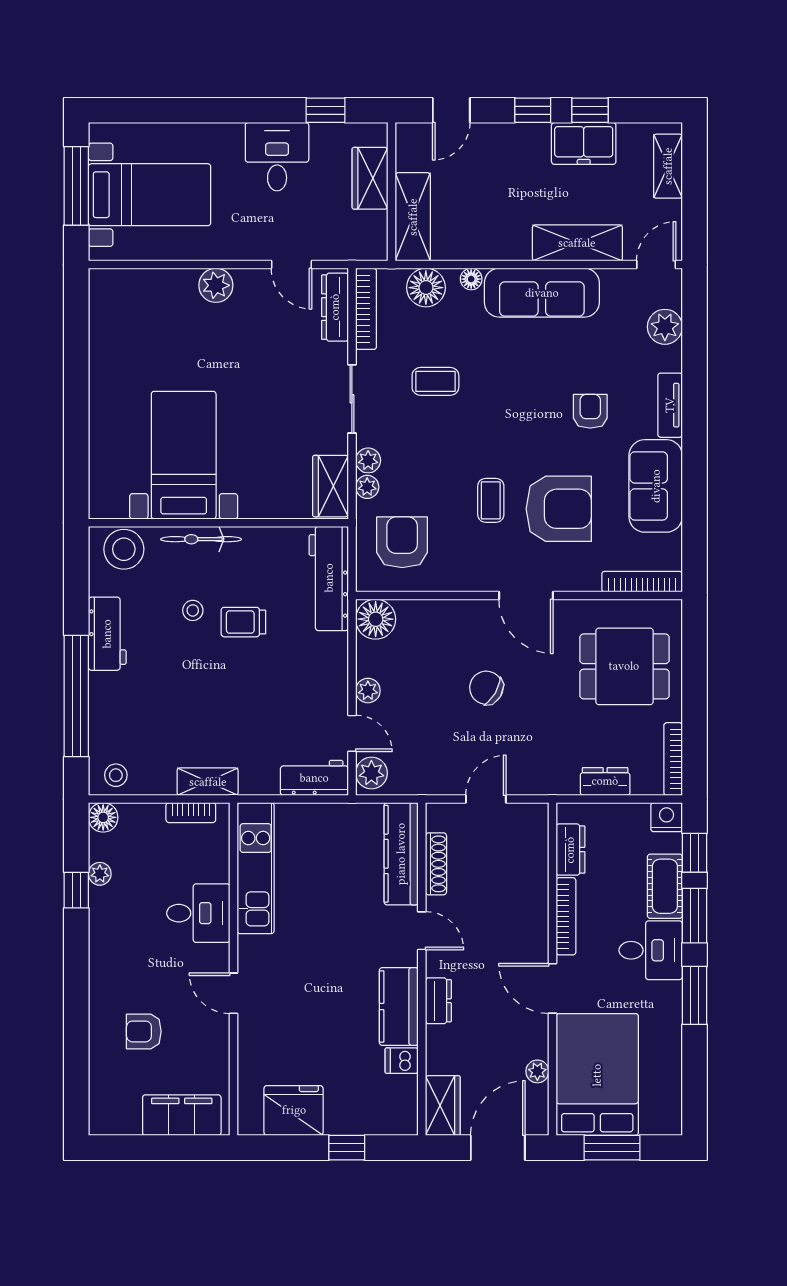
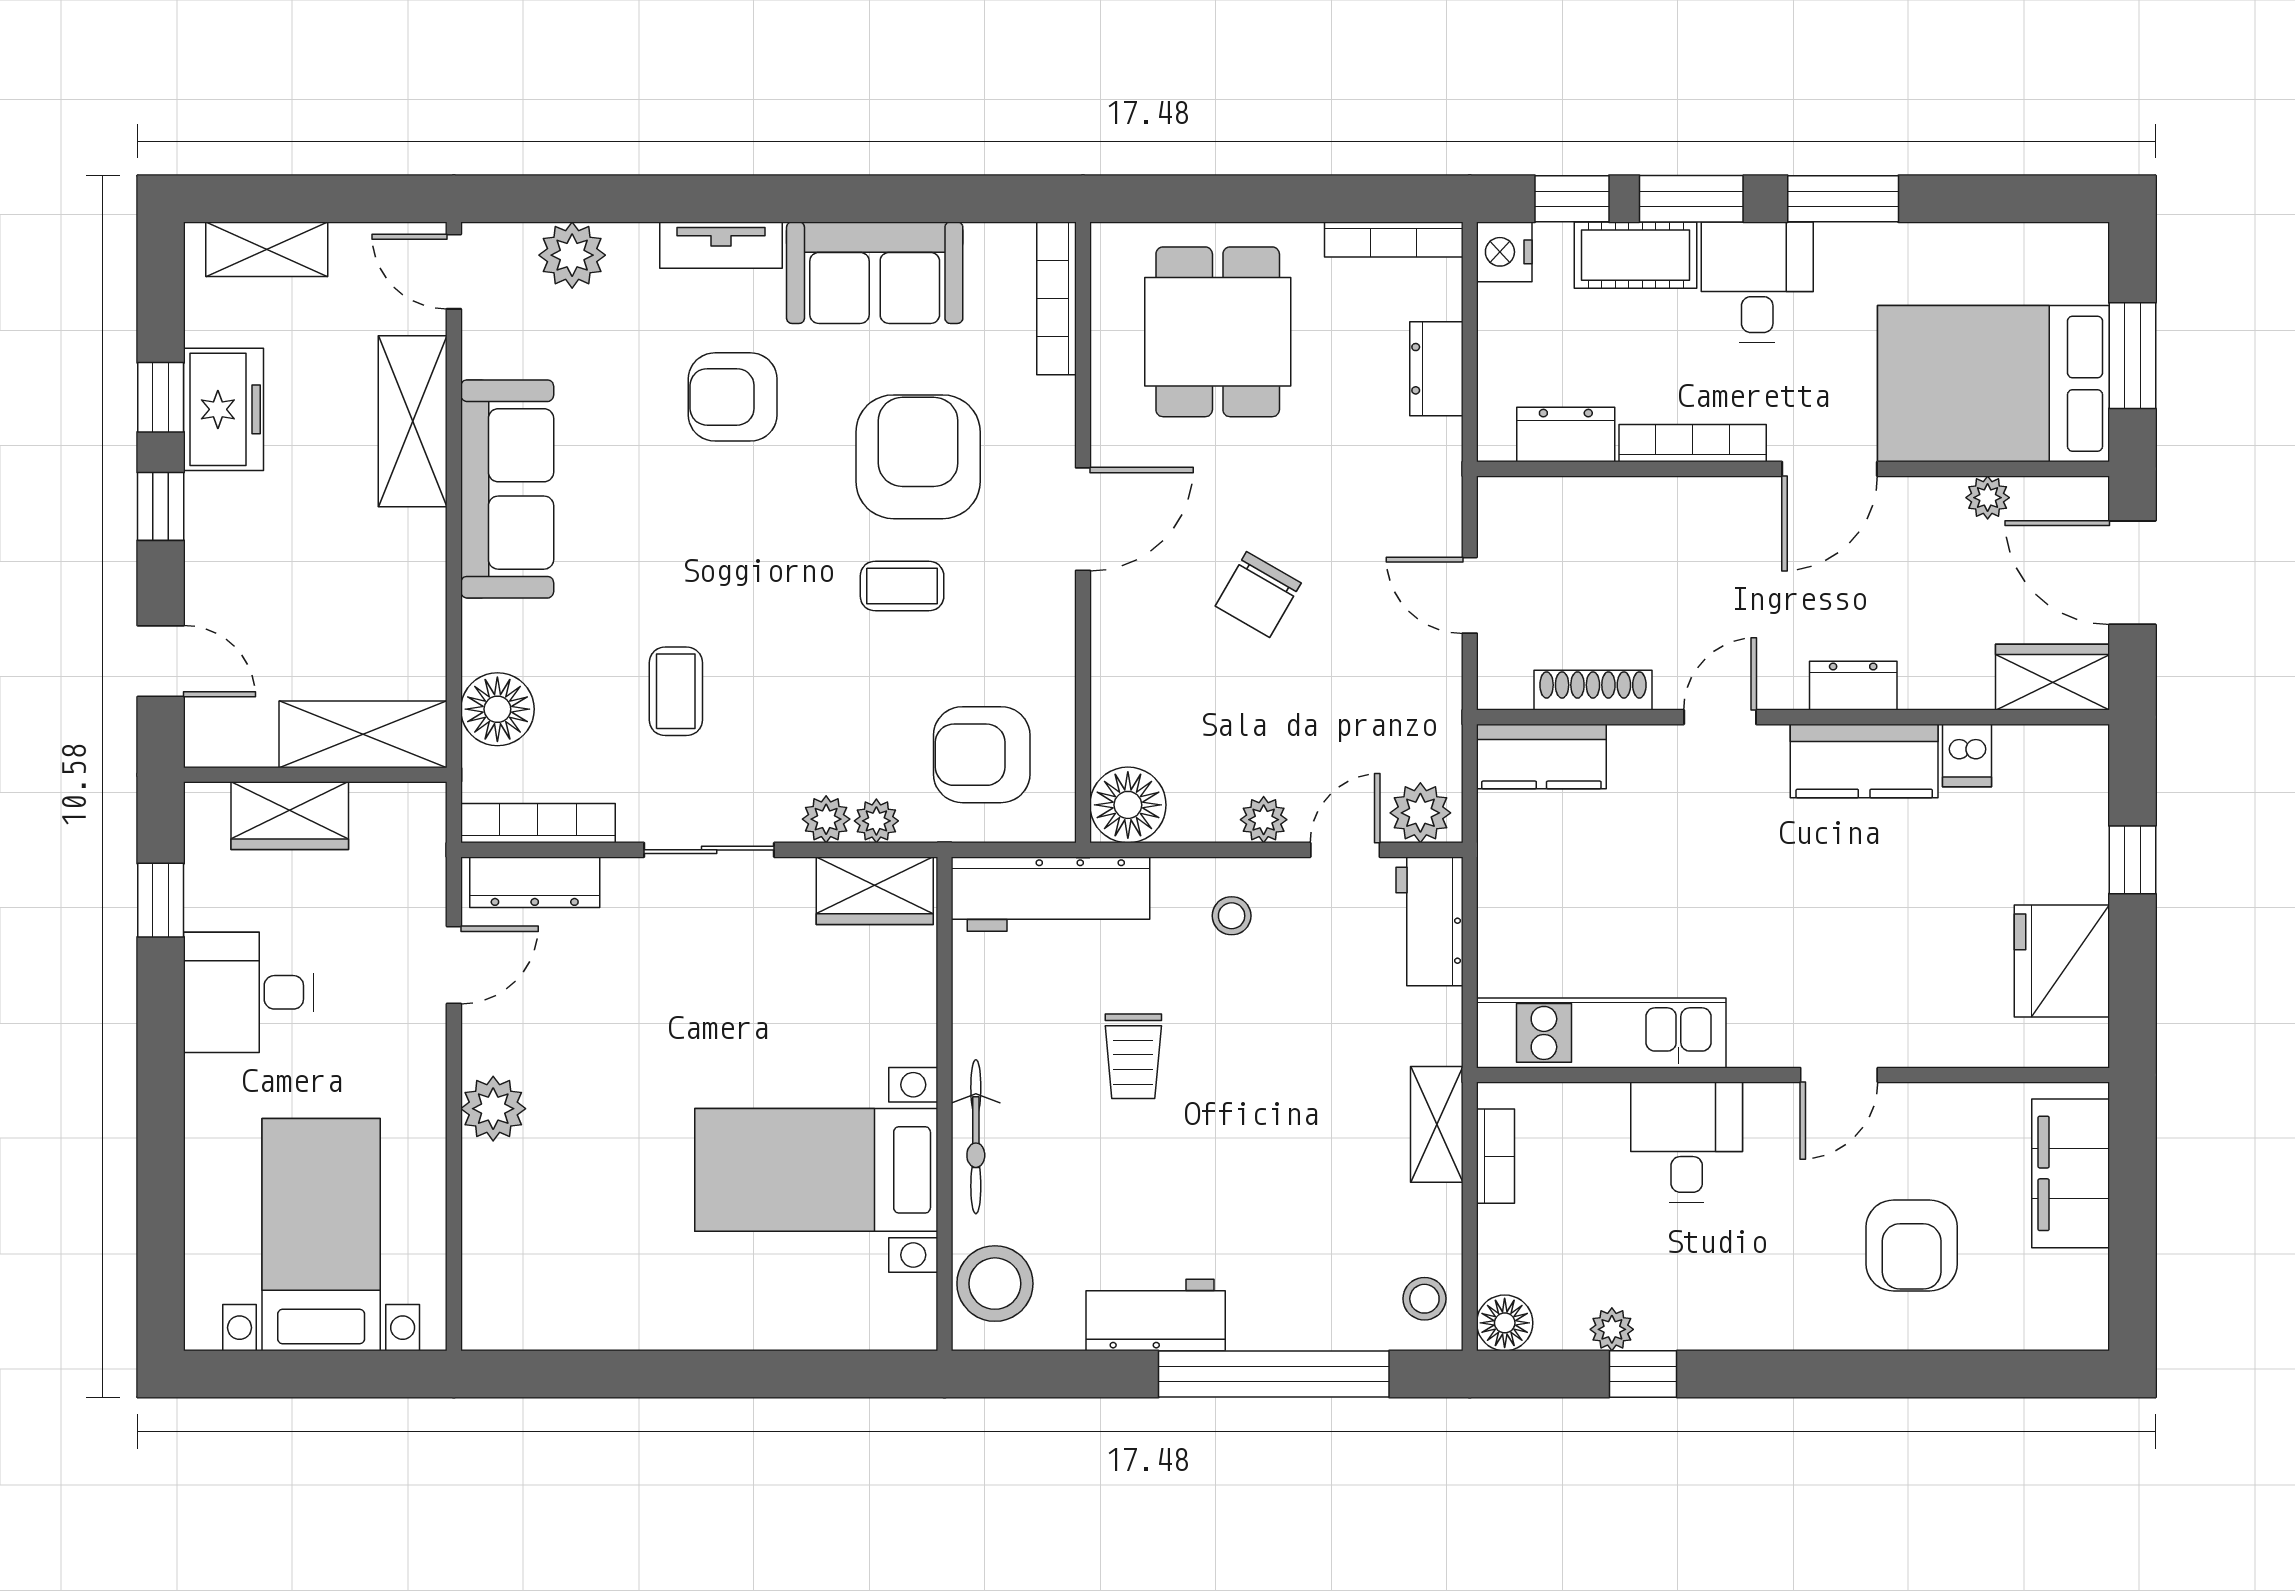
window: (76, 186) -> (304, 1374), removed
floor lamp: (471, 279) -> (481, 623), removed
armchair: (590, 411) -> (733, 397), width x1.38, depth x1.38
stool: (193, 610) -> (1232, 916), moved
kitchen counter: (401, 854) -> (1541, 756), width x0.67
armchair: (144, 1031) -> (1912, 1245), width x1.38, depth x1.38

